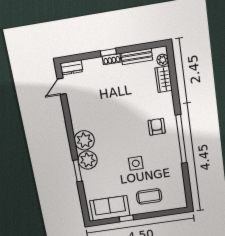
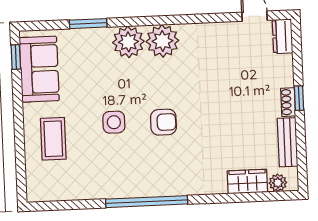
armchair: (157, 127) -> (163, 122), moved
window: (78, 171) -> (88, 24), moved
window: (126, 218) -> (16, 57), moved

